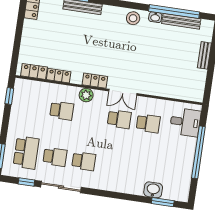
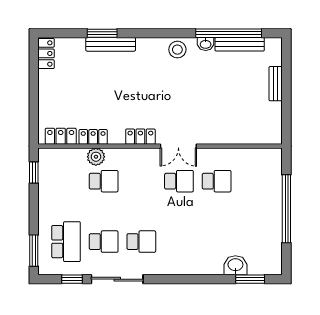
plant: (86, 95) -> (96, 157), moved
desk: (185, 122) -> (264, 173), removed

